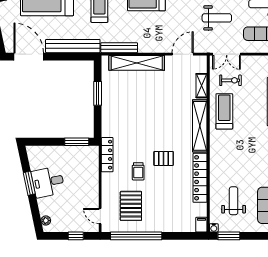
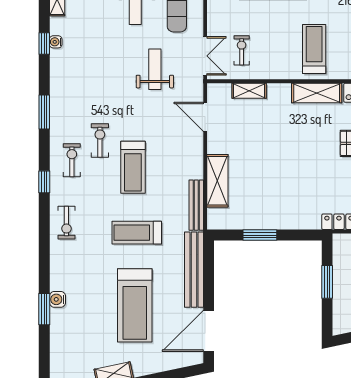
shelving: (137, 63) -> (217, 181), width x0.68
treadmill: (224, 111) -> (314, 49), moved, turned 90
shelving: (200, 126) -> (317, 93), width x0.68
window: (77, 142) -> (327, 282), moved

